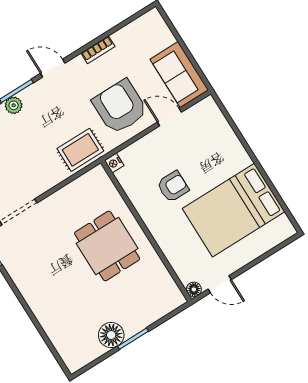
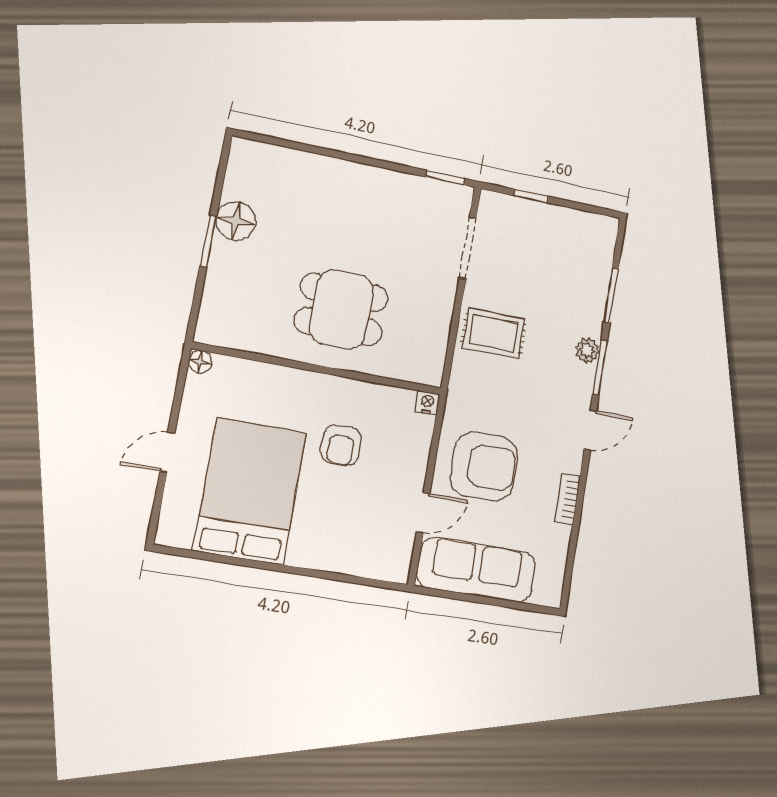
sofa: (179, 75) -> (476, 570), width x1.36
rug: (80, 150) -> (494, 333), moved, turned 90
door: (220, 284) -> (167, 453), moved

